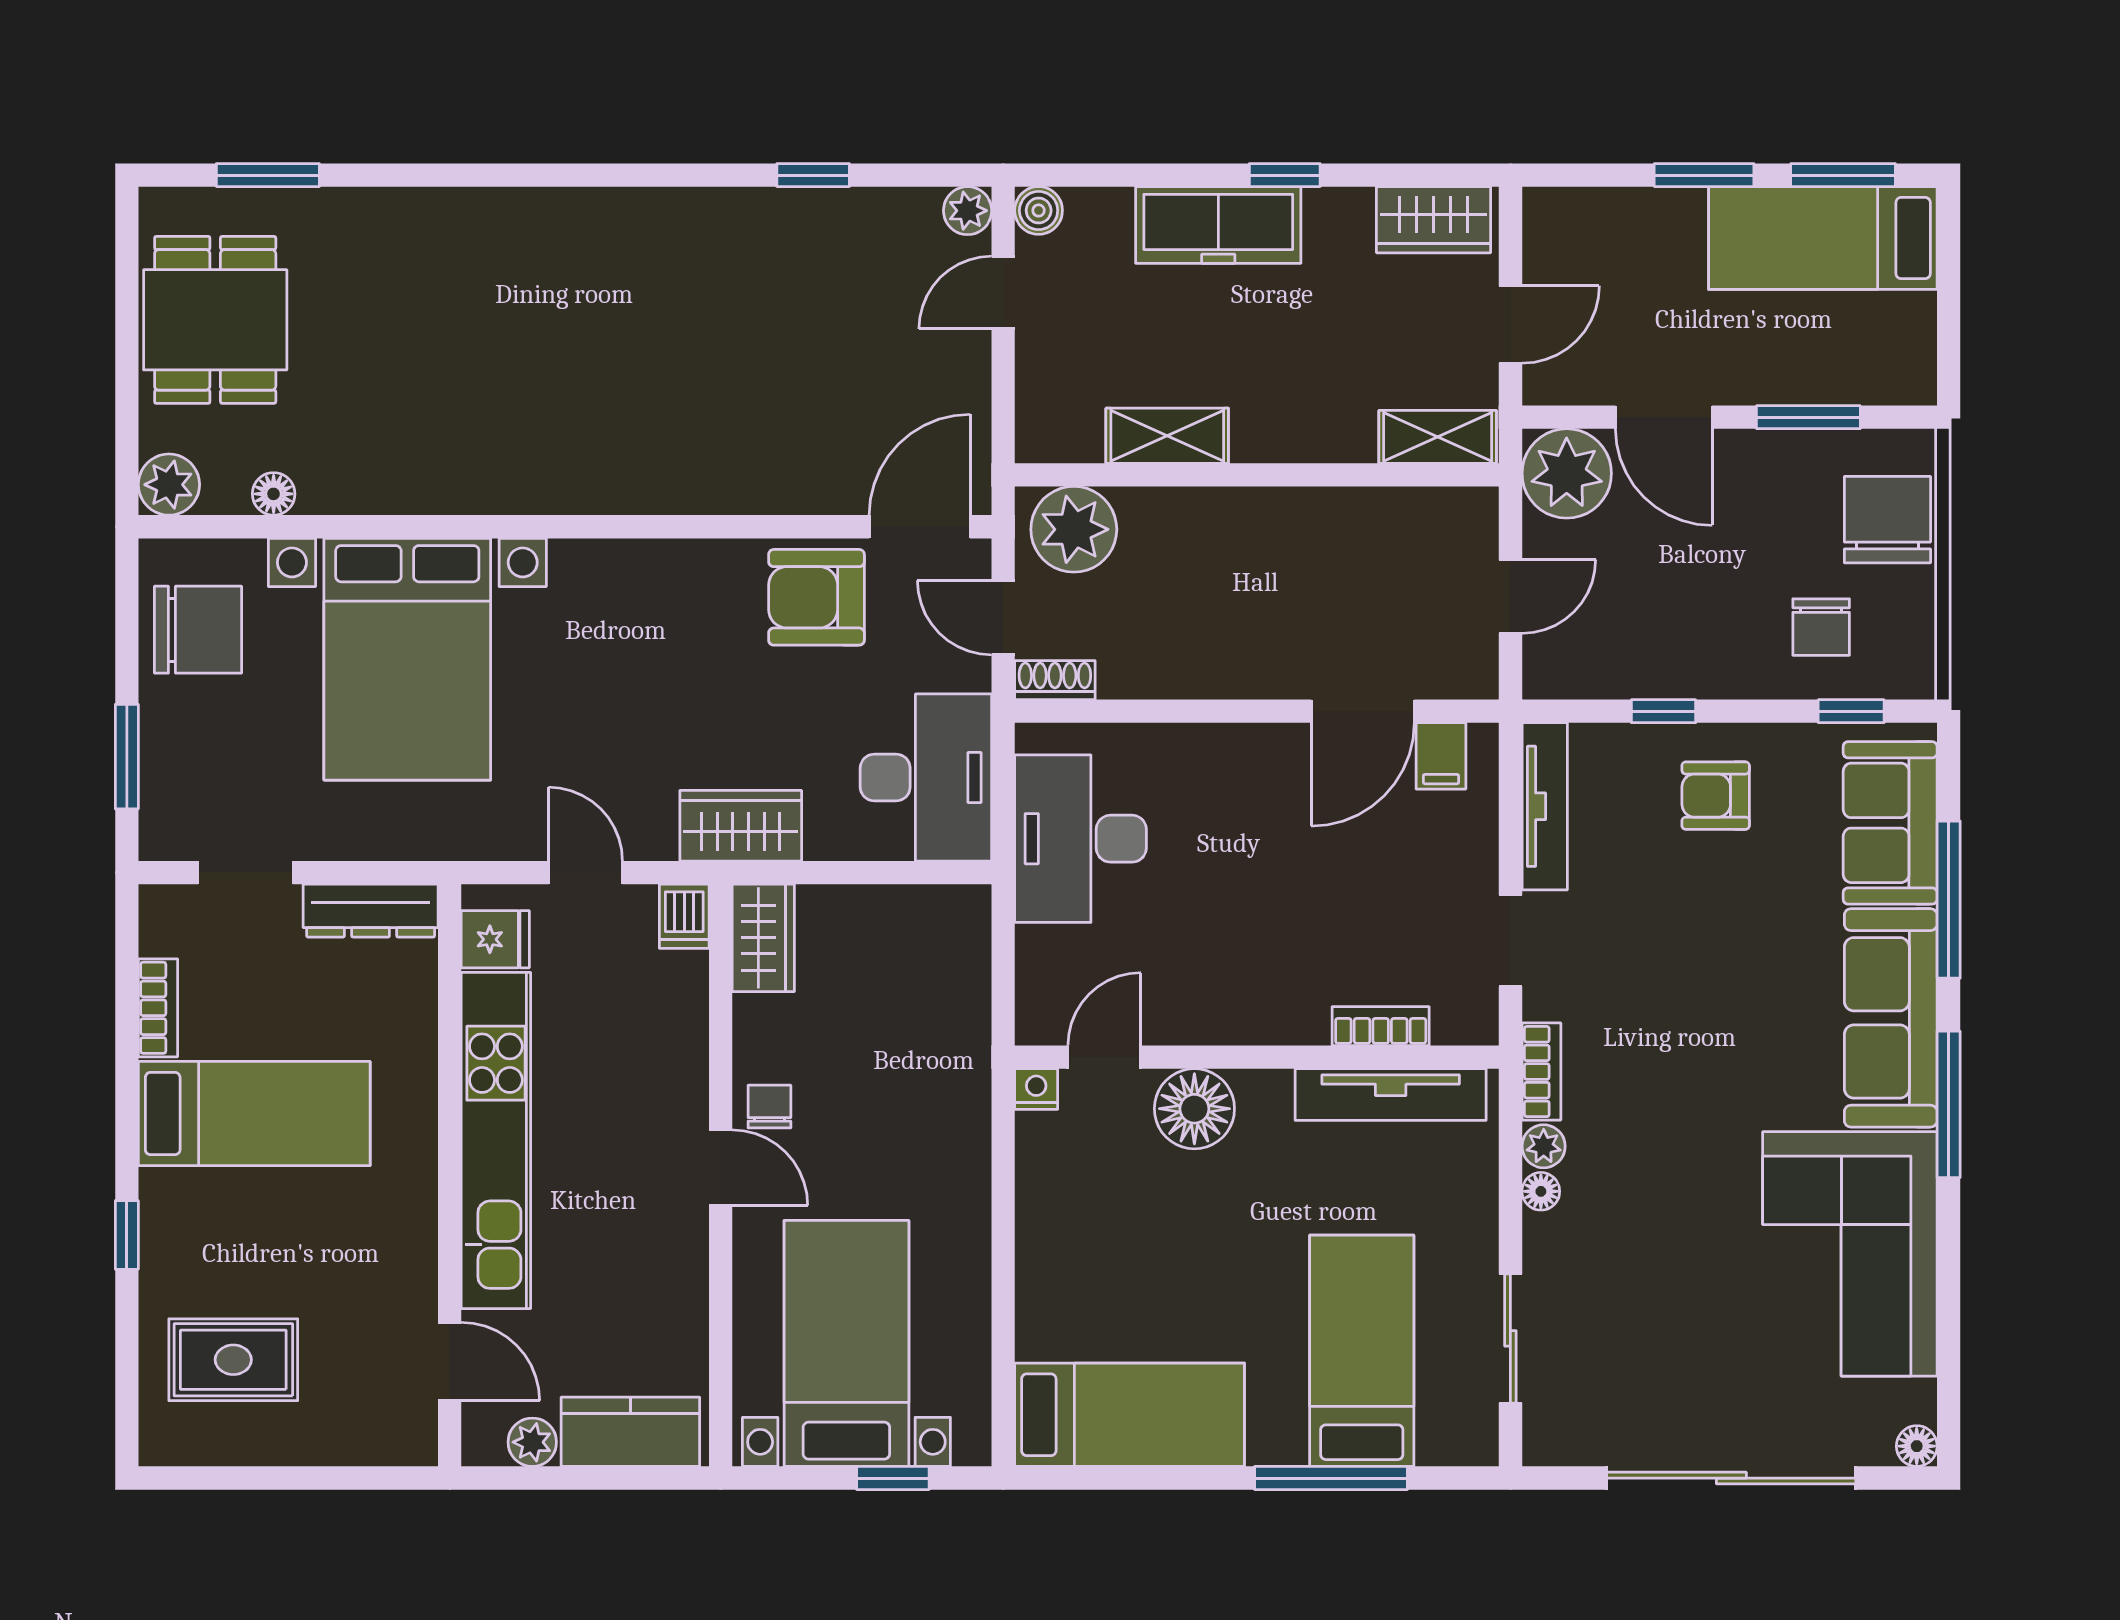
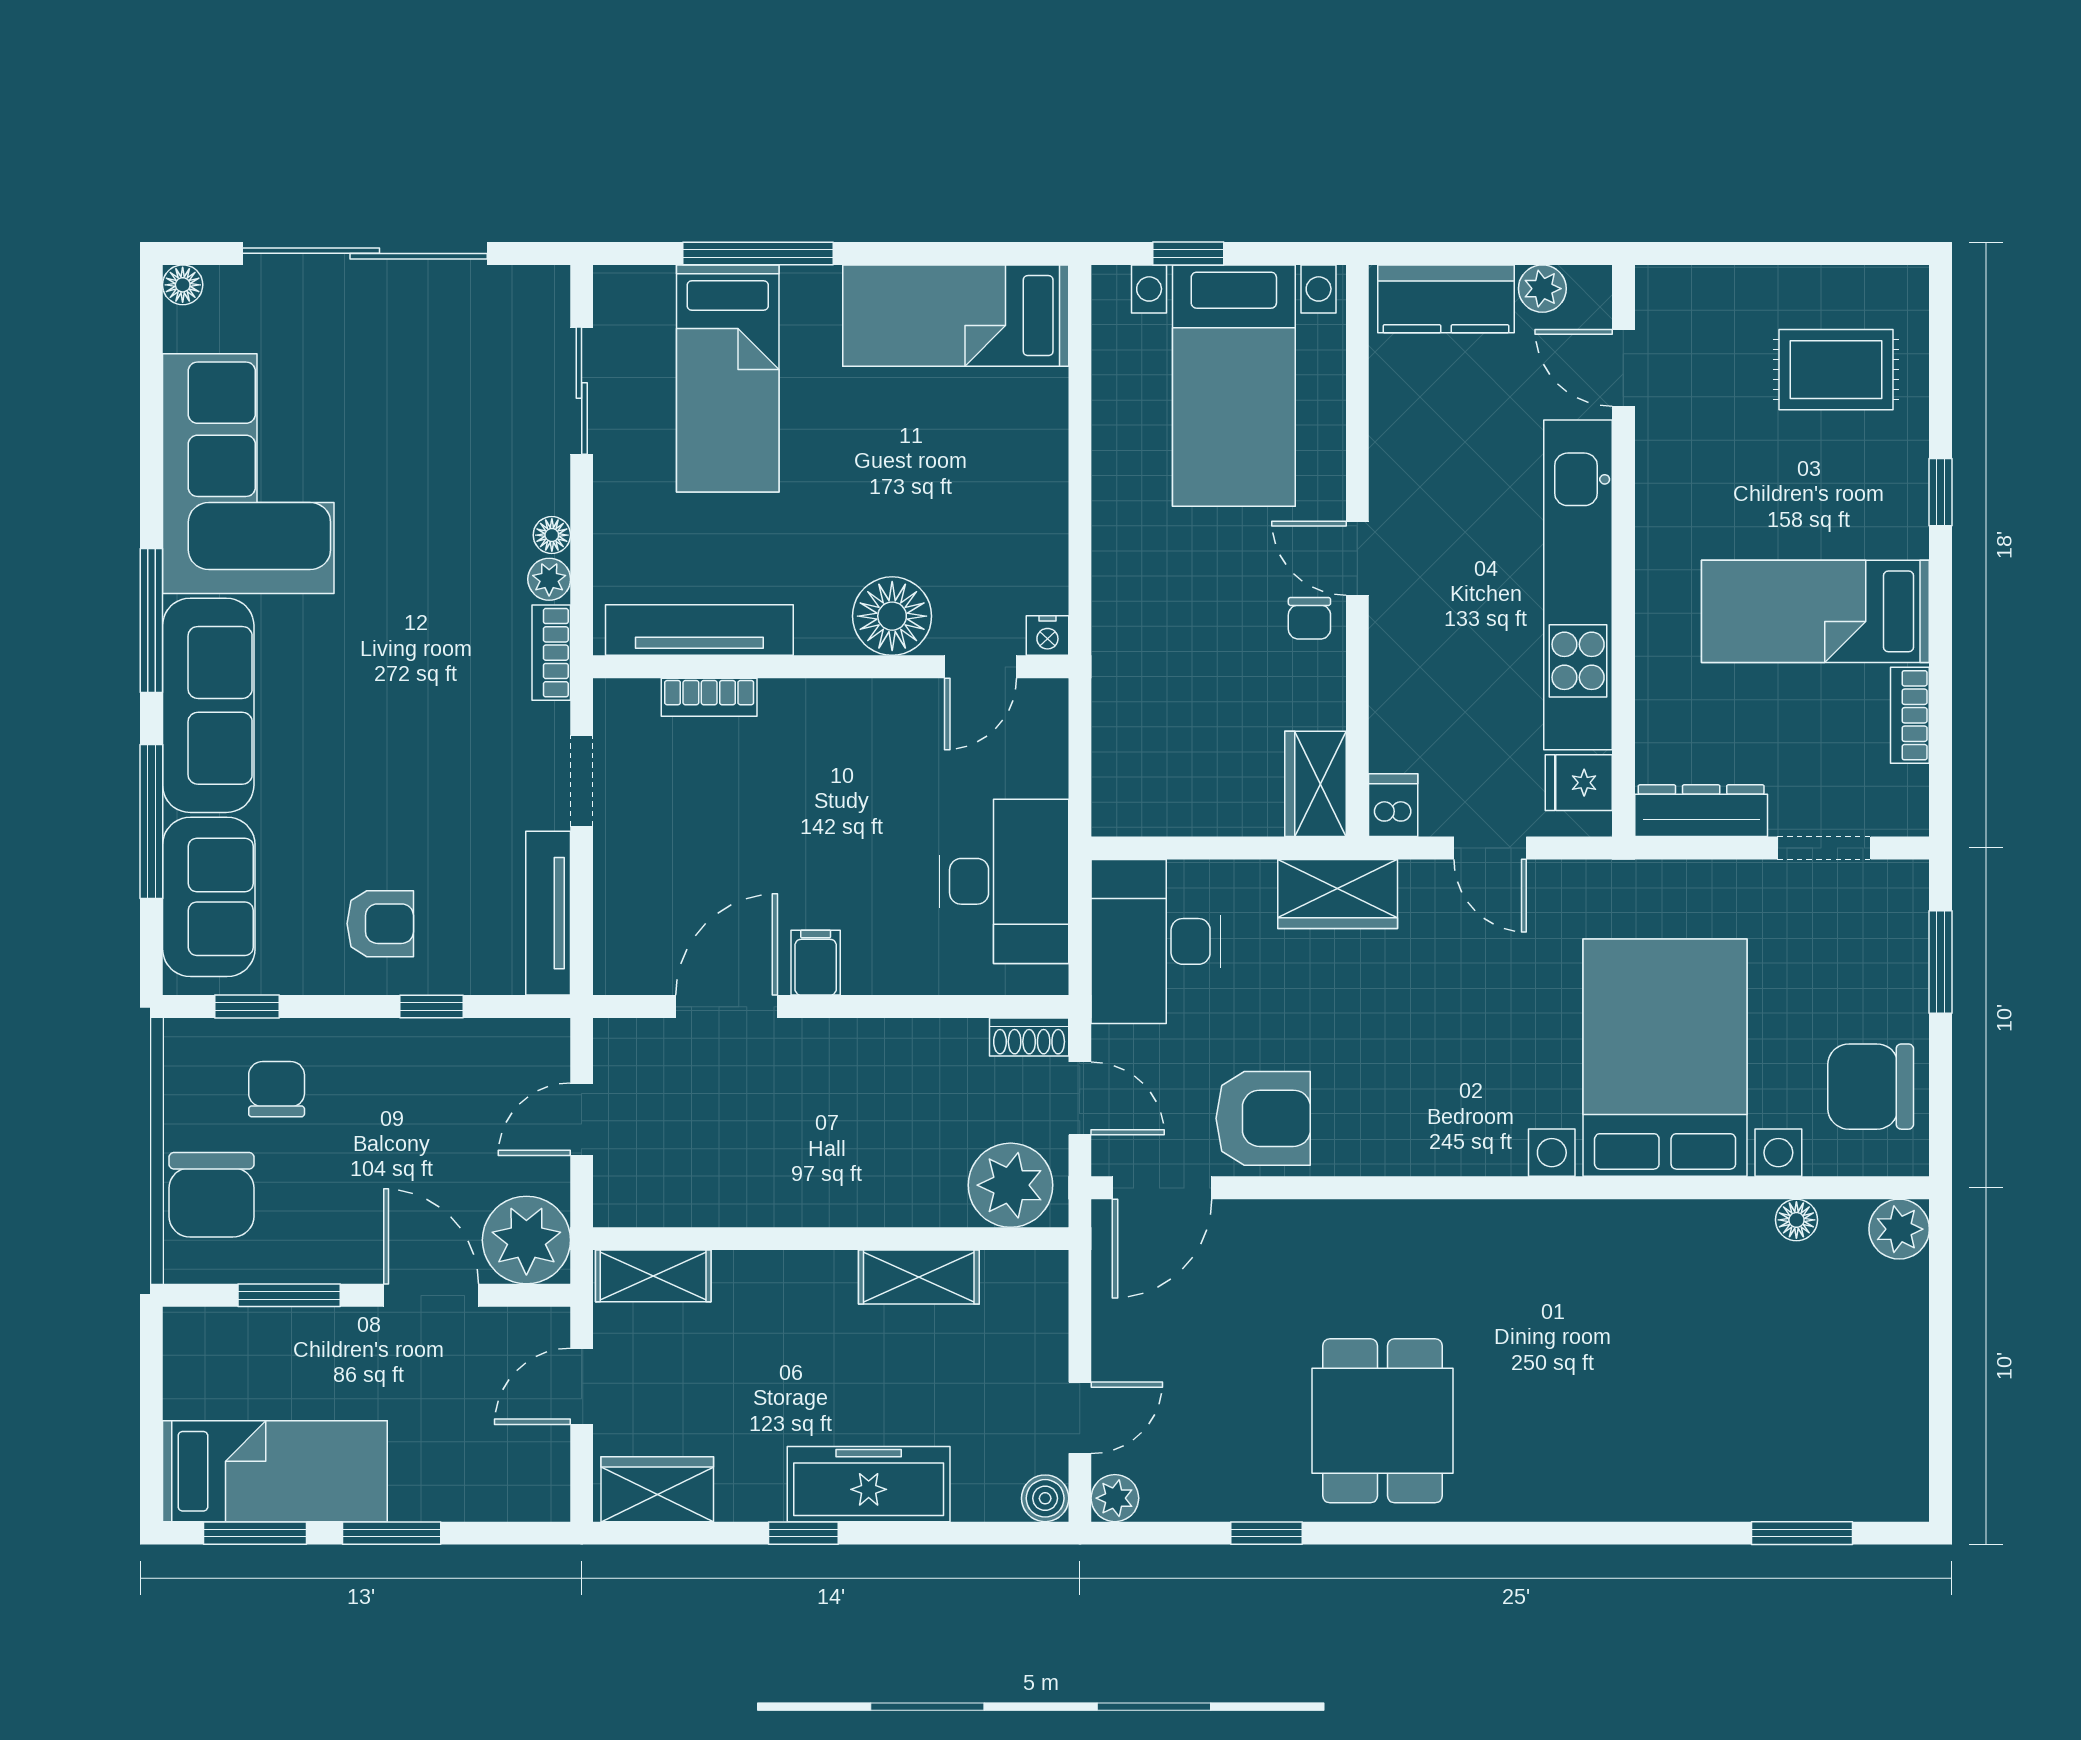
dining table: (215, 320) -> (1383, 1421), moved
filing cabinet: (1441, 756) -> (816, 963), moved

